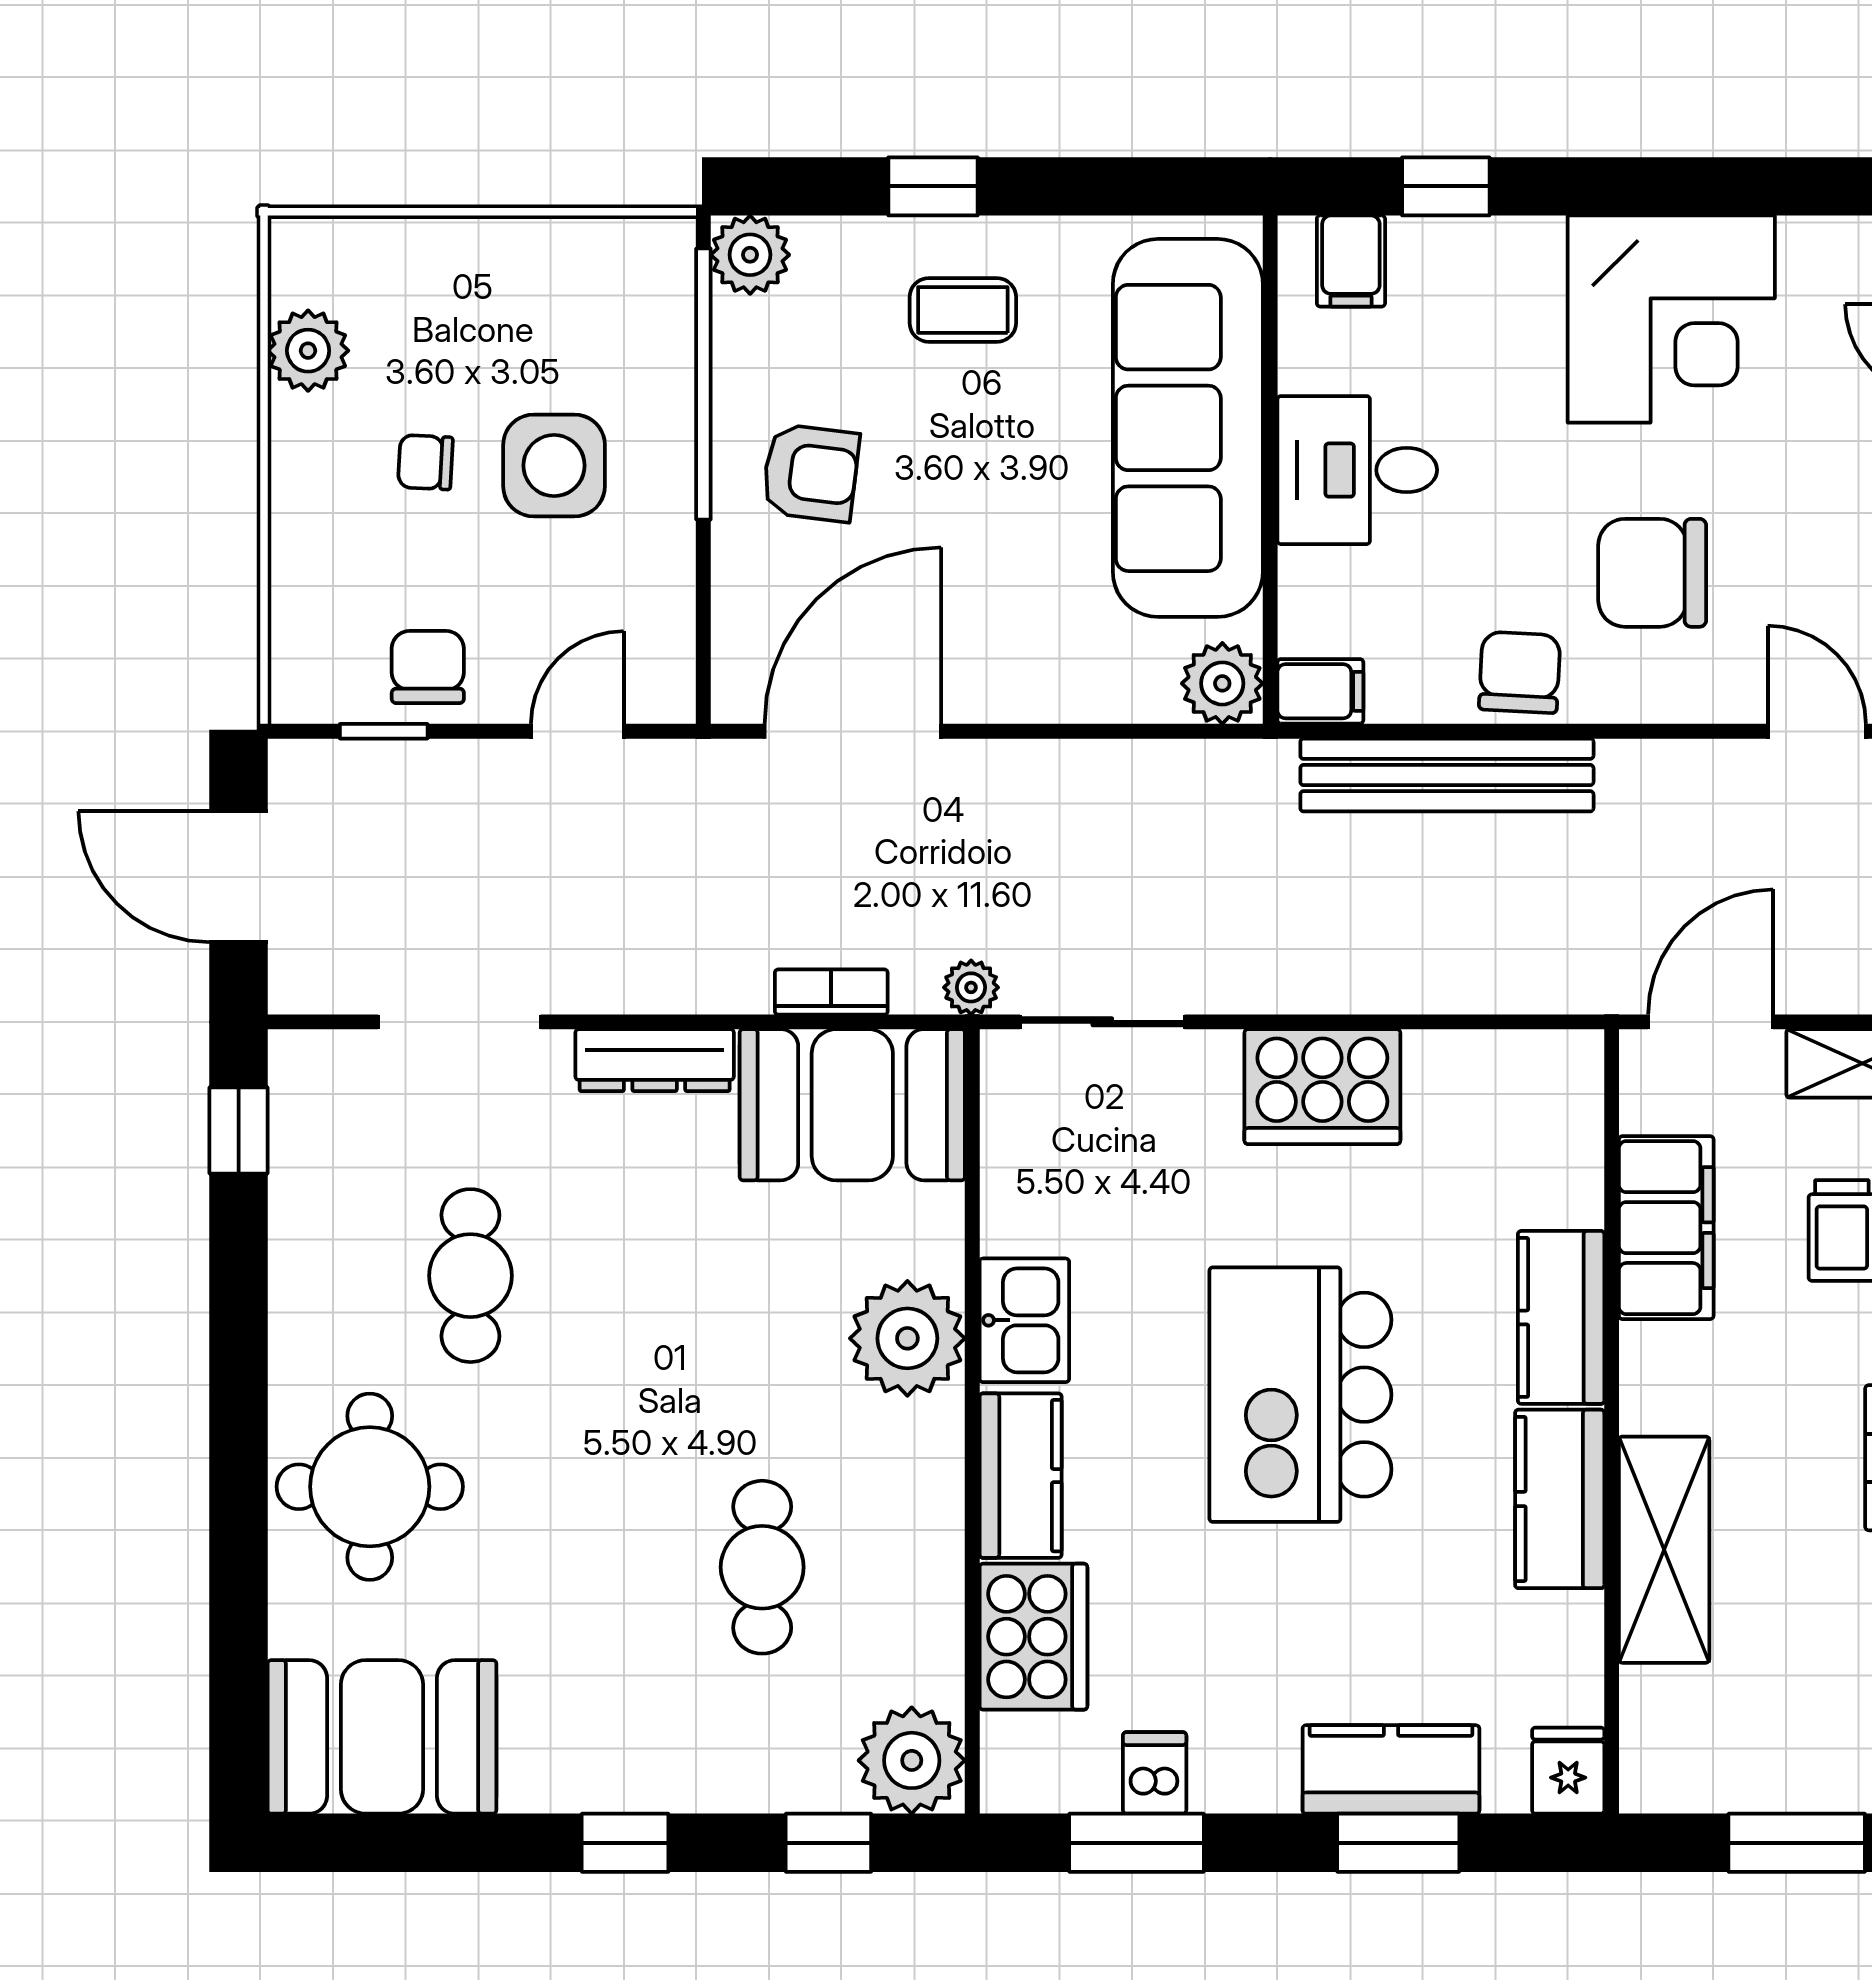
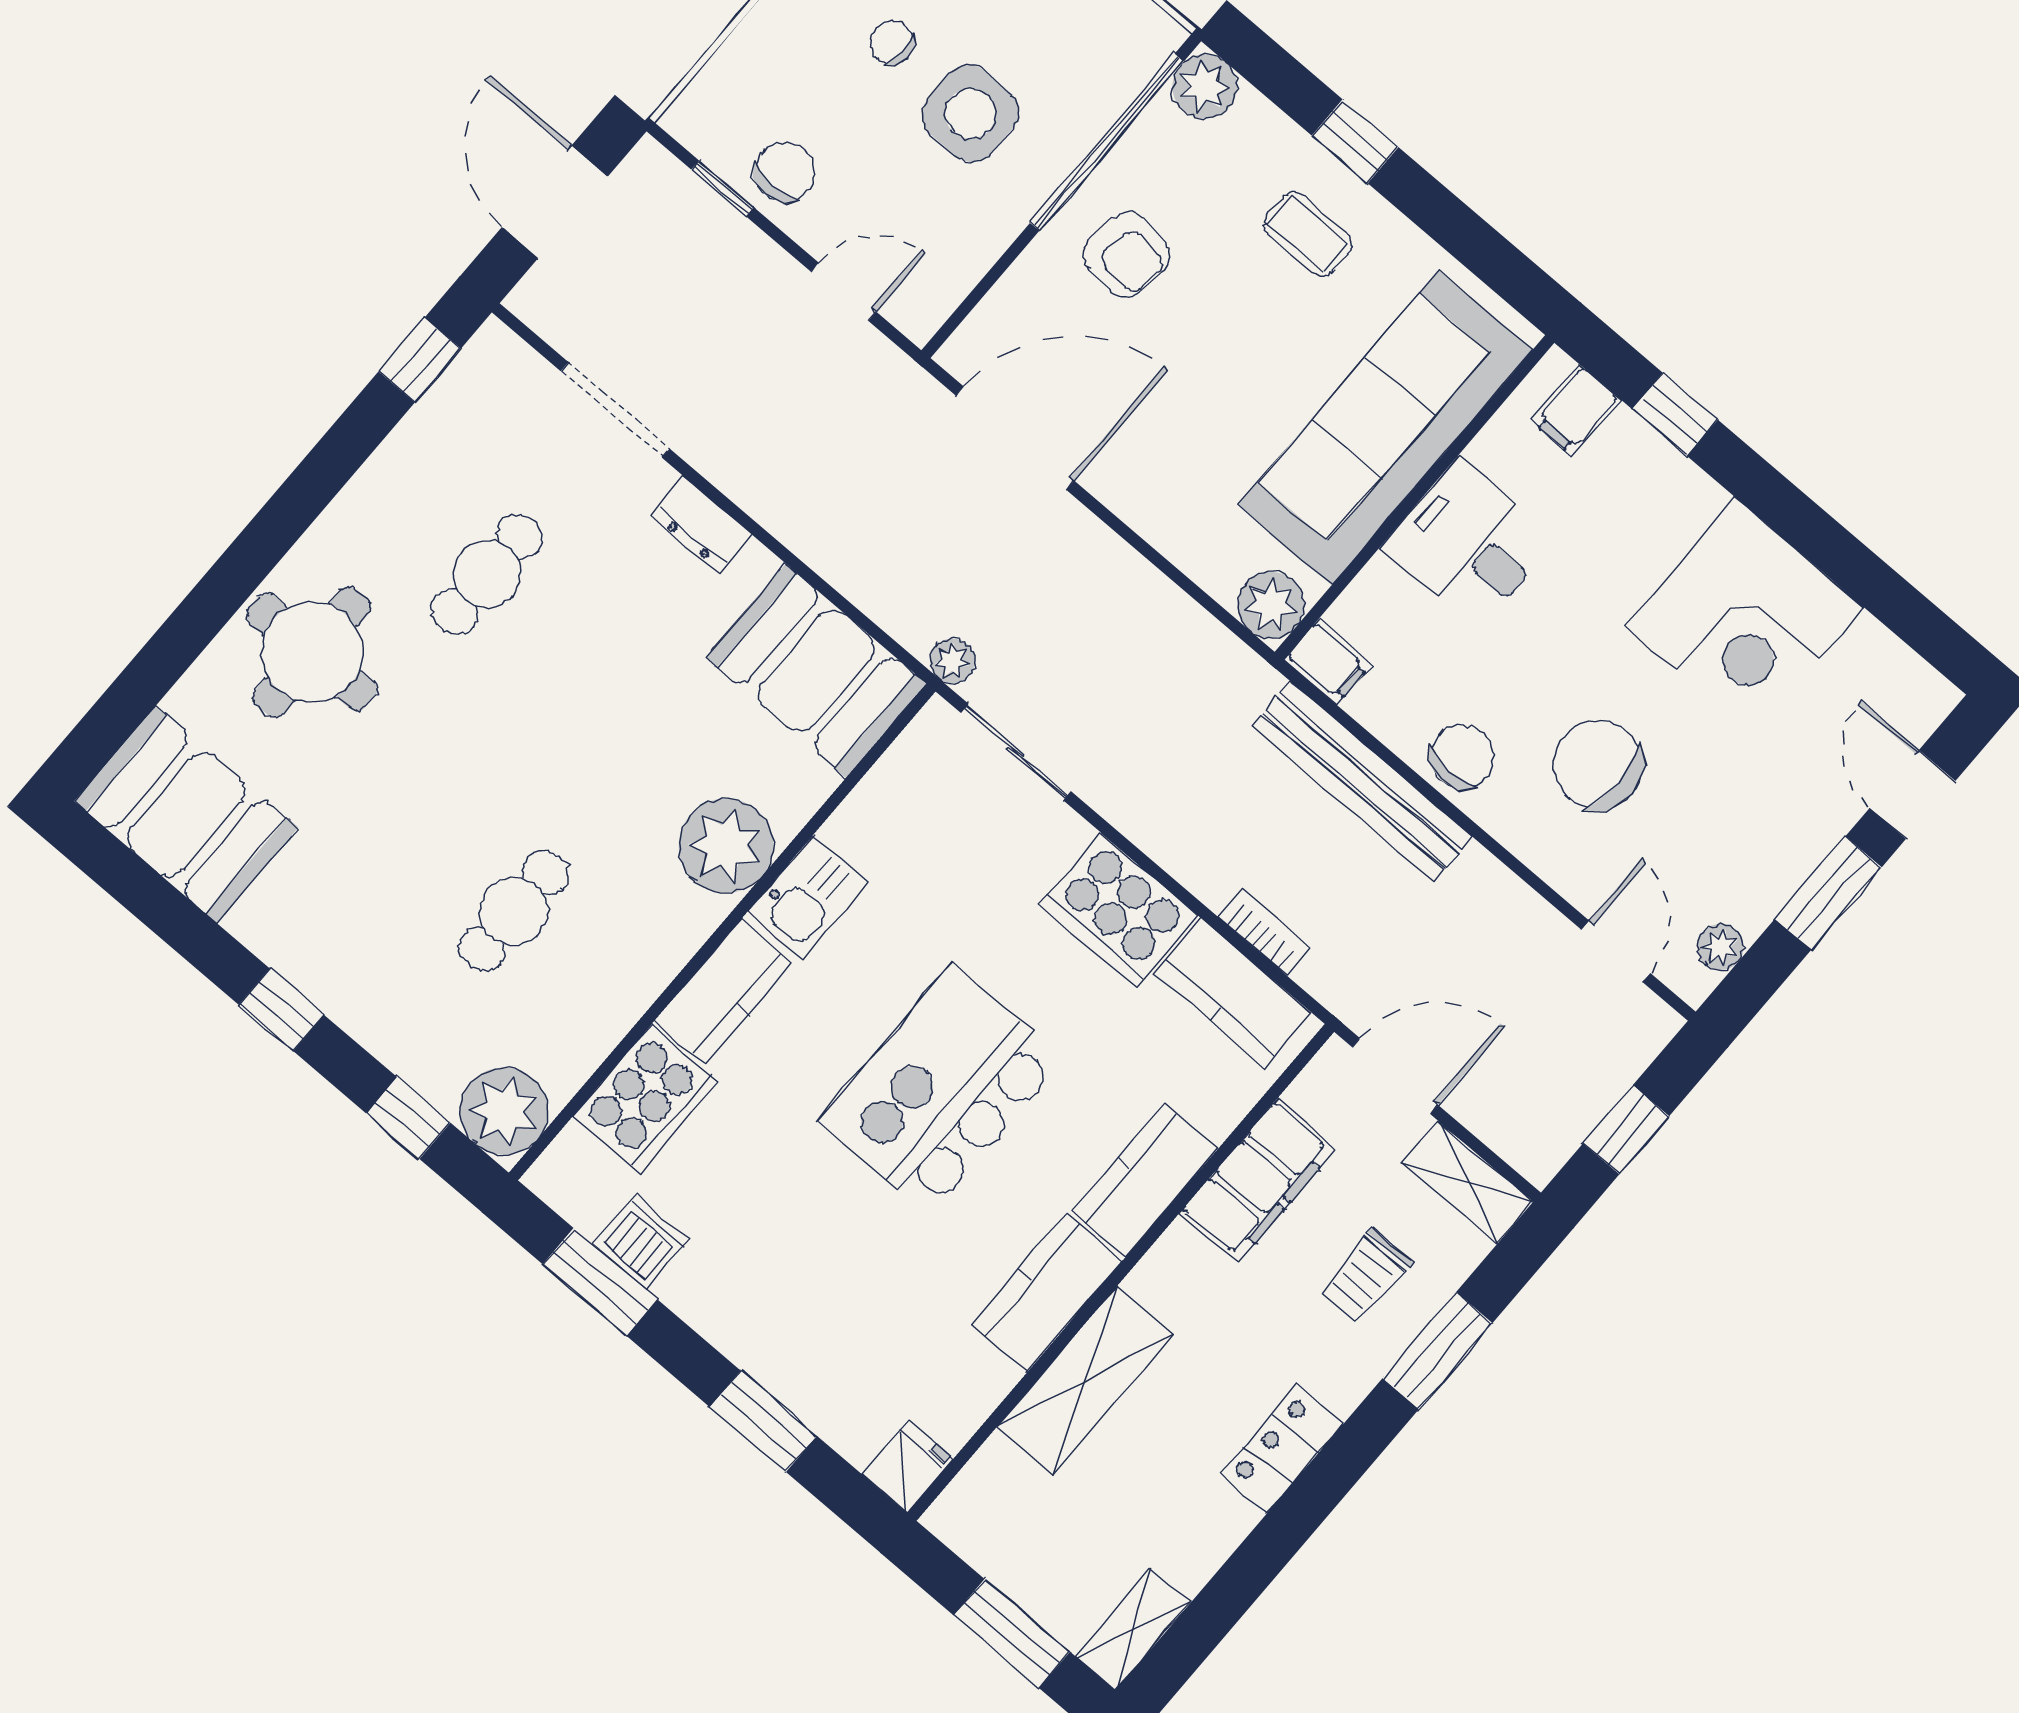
bookcase: (831, 992) -> (1264, 932), moved
dresser: (655, 1060) -> (701, 525), width x0.70
kitchen counter: (1391, 1769) -> (1233, 993), moved, turned 180
dishwasher: (1155, 1773) -> (641, 1242), width x1.38

